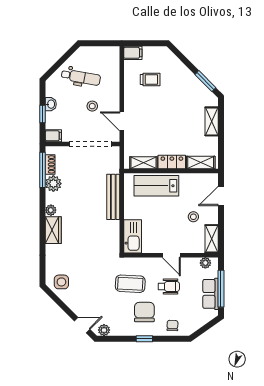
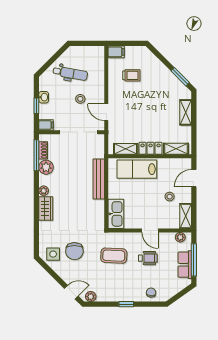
chair: (144, 312) -> (74, 251), moved, turned 180

